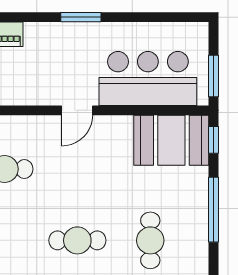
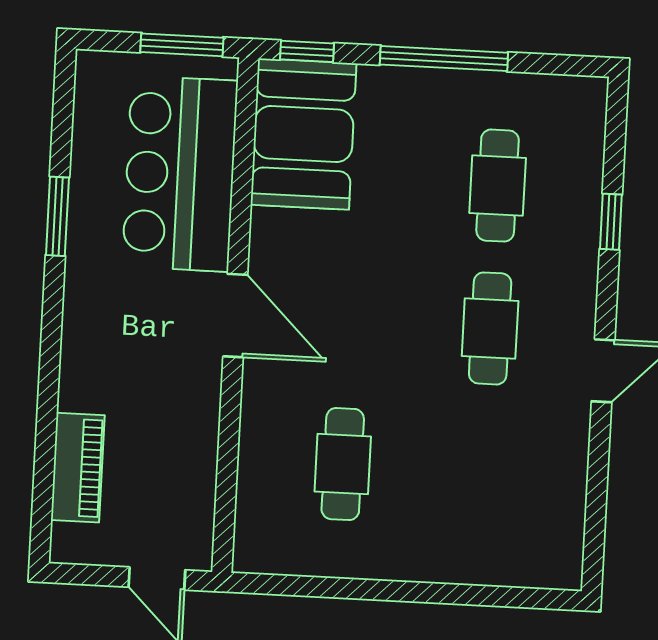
window: (81, 17) -> (57, 216), moved
door: (77, 110) -> (235, 316), width x1.38
cafe table: (150, 240) -> (498, 186), turned 90

